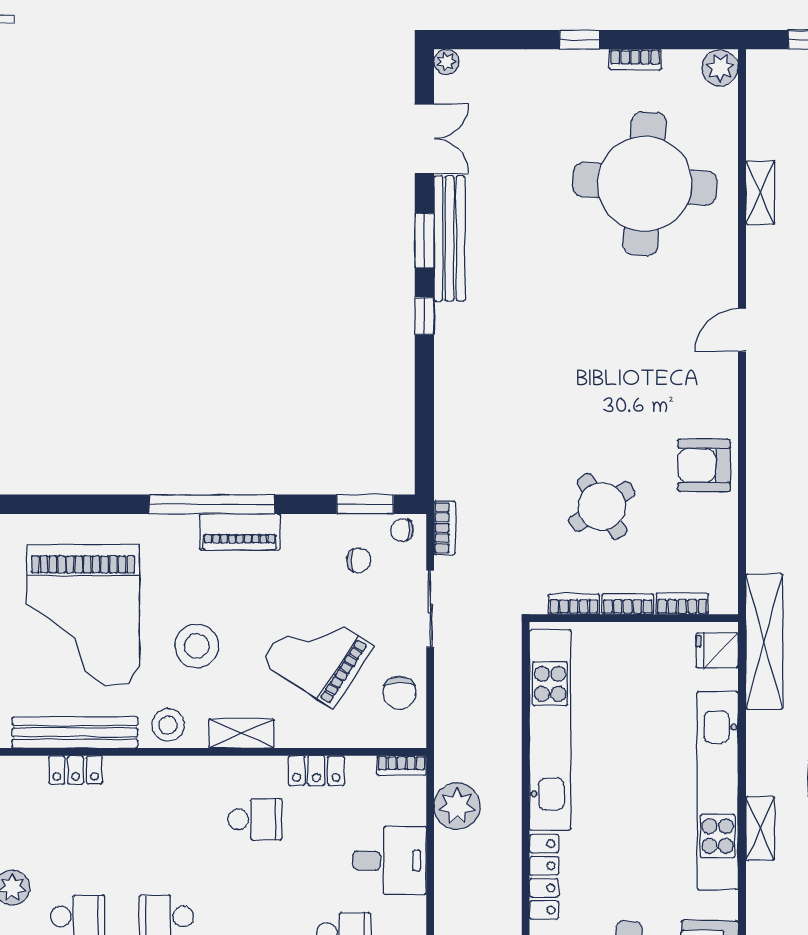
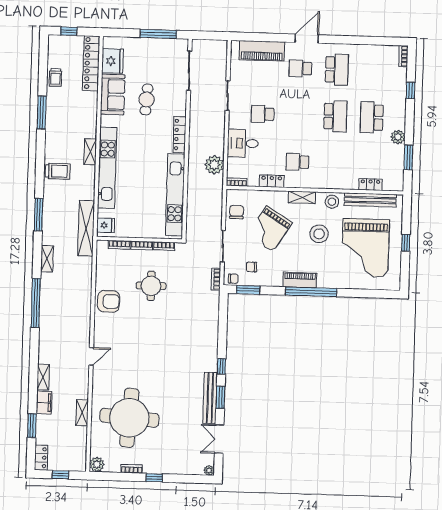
round table: (602, 506) -> (151, 286), turned 33
grand piano: (83, 615) -> (365, 248), turned 180
grand piano: (317, 654) -> (270, 229), turned 89

